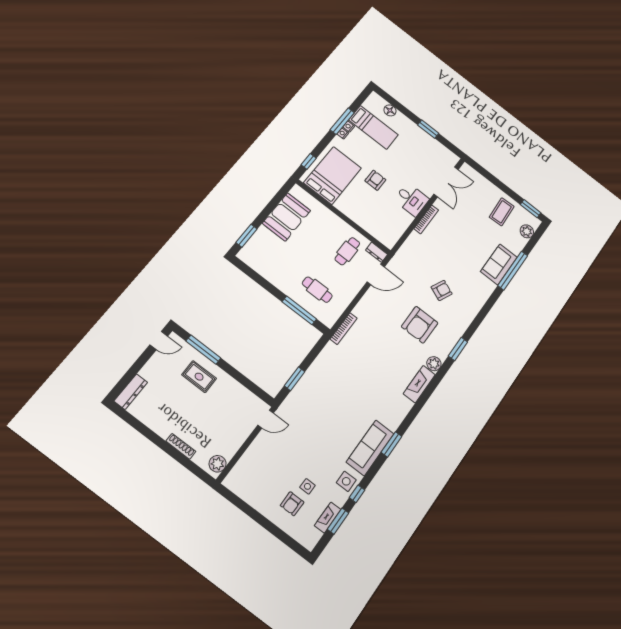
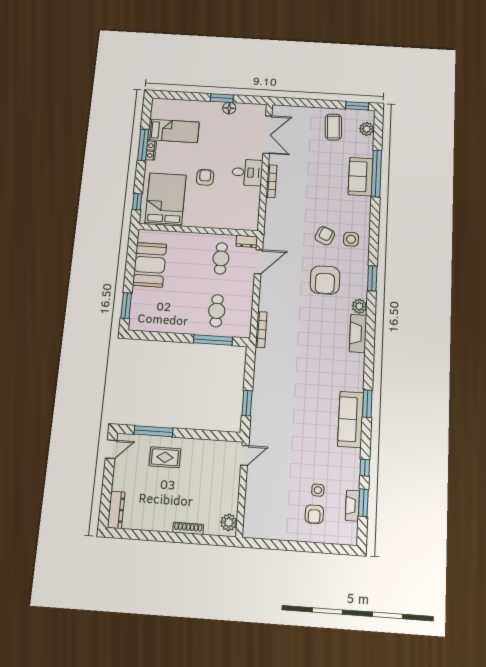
floor lamp: (390, 110) -> (229, 108), moved
cafe table: (317, 290) -> (217, 311), turned 90
side table: (346, 481) -> (351, 239), moved

